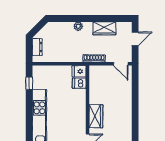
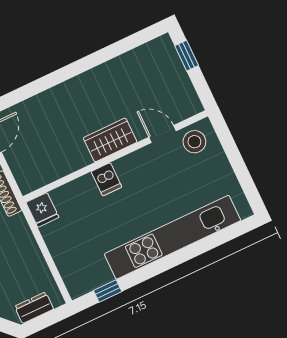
dishwasher: (79, 83) -> (106, 179), moved

